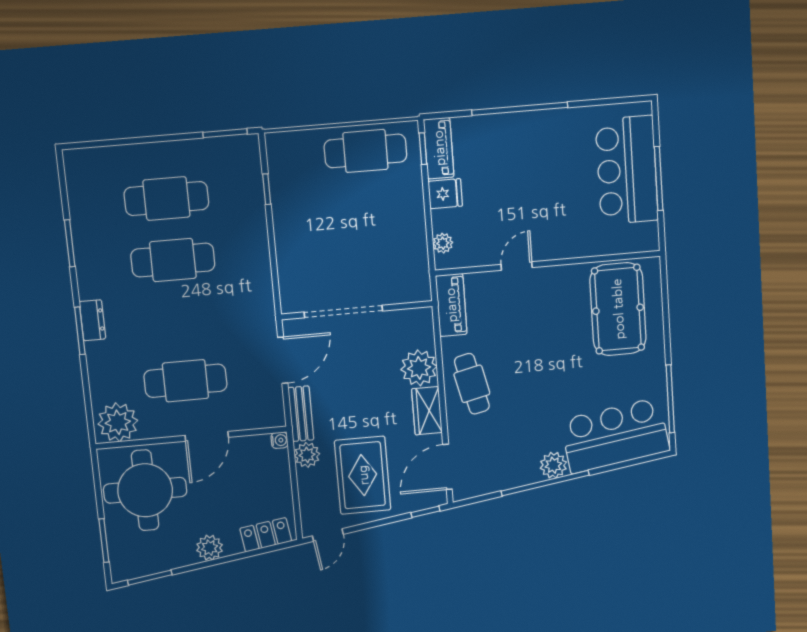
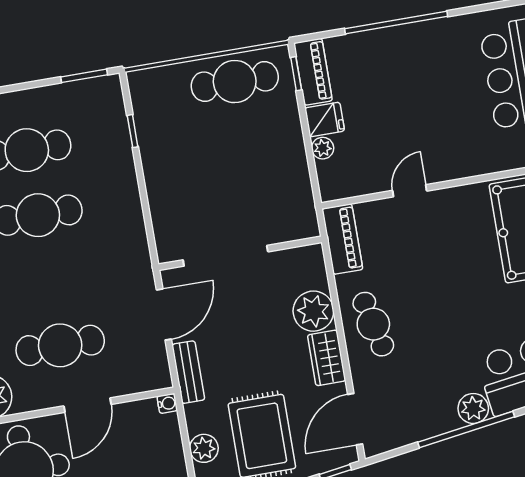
plant: (443, 243) -> (323, 148), moved
plant: (307, 455) -> (204, 448), moved

